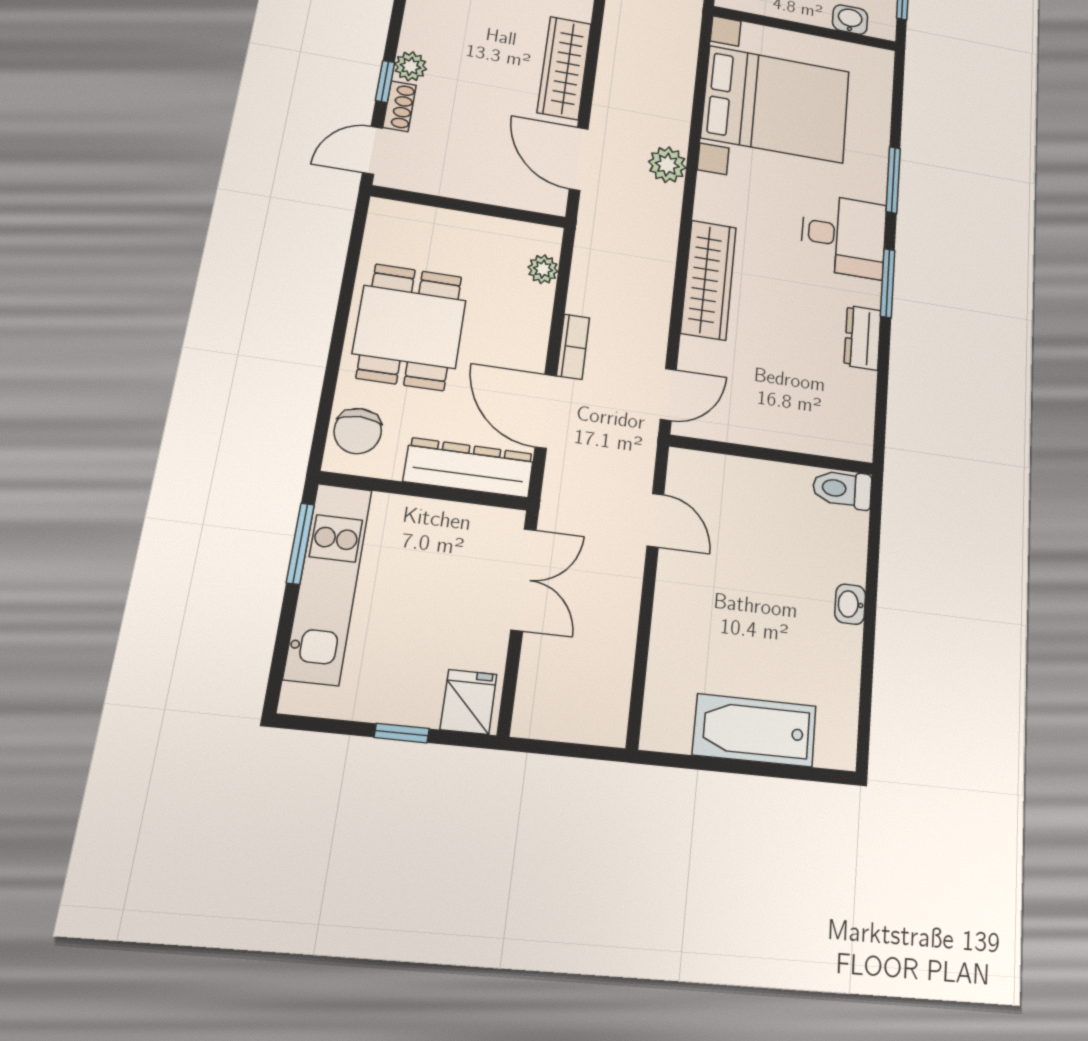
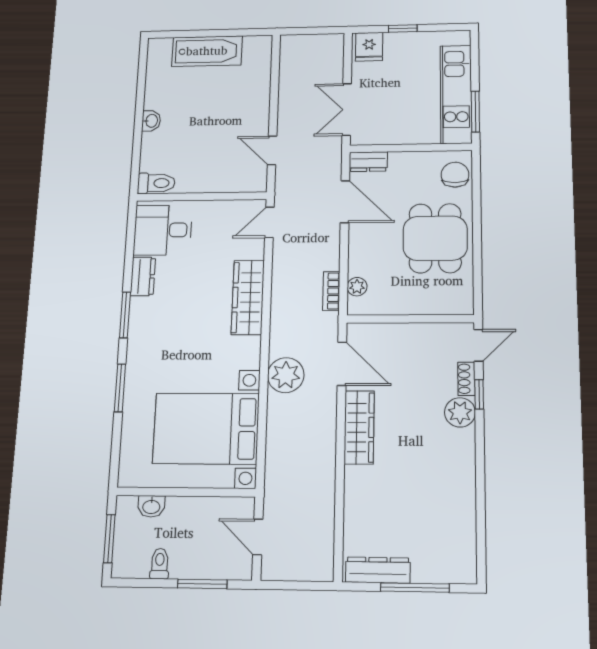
plant: (411, 66) -> (460, 412), width x1.38, depth x1.38
plant: (667, 165) -> (286, 375), width x1.36, depth x1.36
desk: (844, 236) -> (163, 230), moved
bookcase: (573, 347) -> (331, 291), moved
dresser: (469, 468) -> (368, 162), width x0.51, depth x0.80

